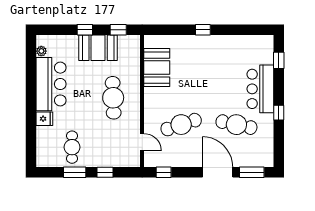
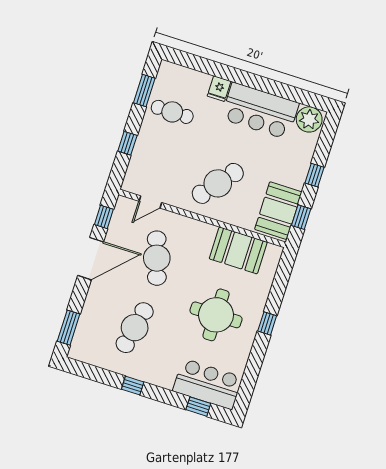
booth: (98, 48) -> (278, 211), moved
plant: (41, 51) -> (309, 119), width x1.87, depth x1.87
round table: (208, 69) -> (216, 315), added
bar counter: (260, 89) -> (208, 384), moved
cafe table: (113, 98) -> (218, 183), turned -49
window: (75, 172) -> (144, 90), moved
door: (218, 172) -> (91, 259), moved

